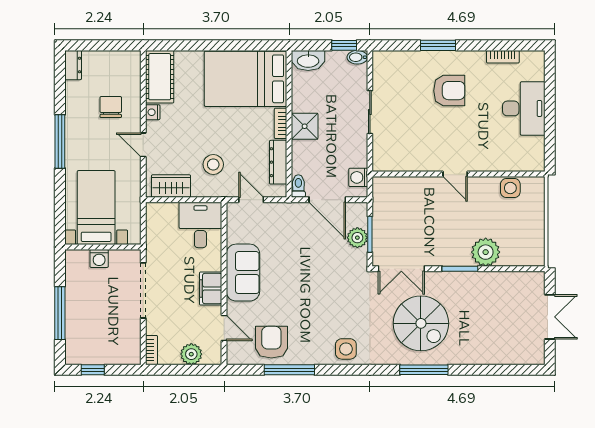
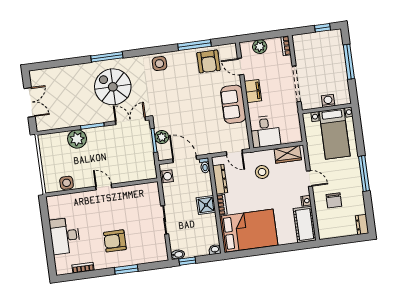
washbasin: (308, 60) -> (215, 249), width x0.52, depth x0.69
double door: (550, 317) -> (30, 102), swing flipped

